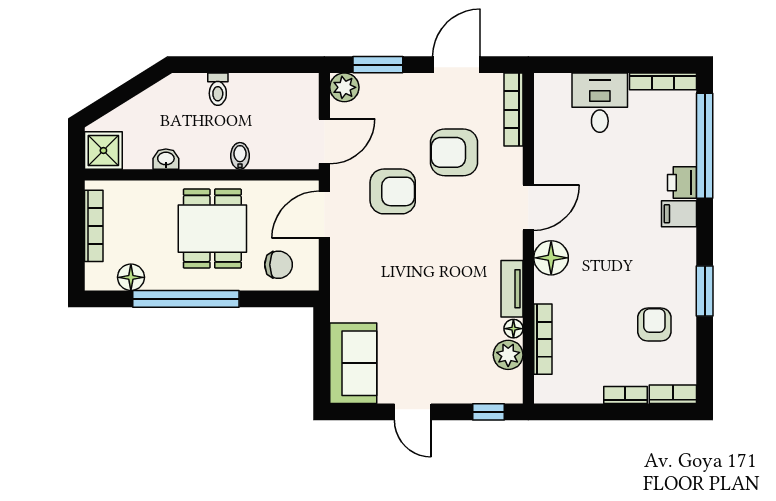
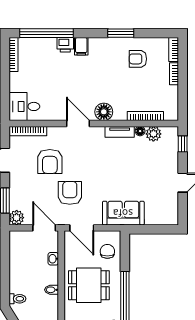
toilet: (218, 89) -> (17, 299), moved
desk: (600, 103) -> (24, 106), moved
bidet: (240, 156) -> (52, 290), moved
washbasin: (166, 159) -> (53, 259), moved
sofa: (353, 363) -> (123, 213), moved

